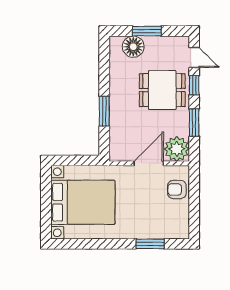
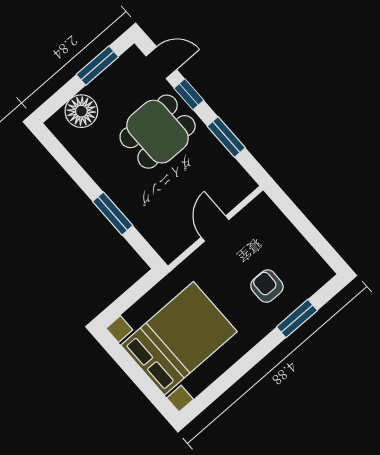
window: (147, 31) -> (97, 66), moved
plant: (177, 149) -> (233, 184), removed
door: (149, 163) -> (215, 228), width x0.73
armchair: (177, 189) -> (267, 286), moved, turned 91

